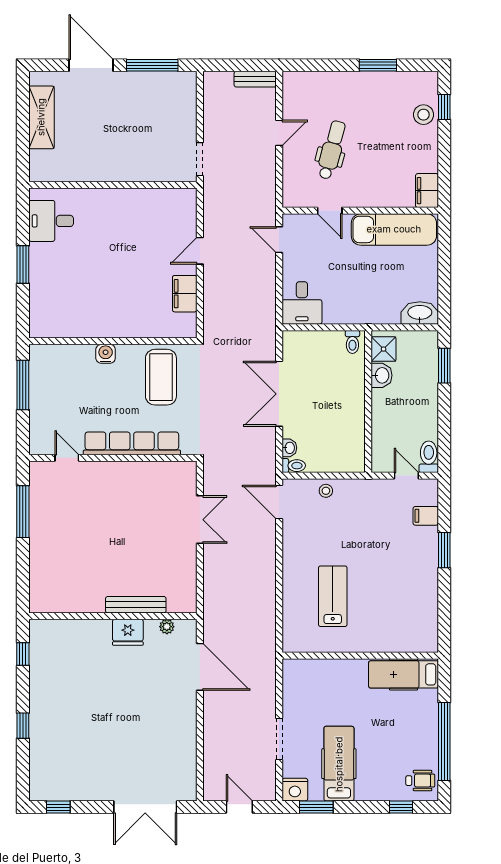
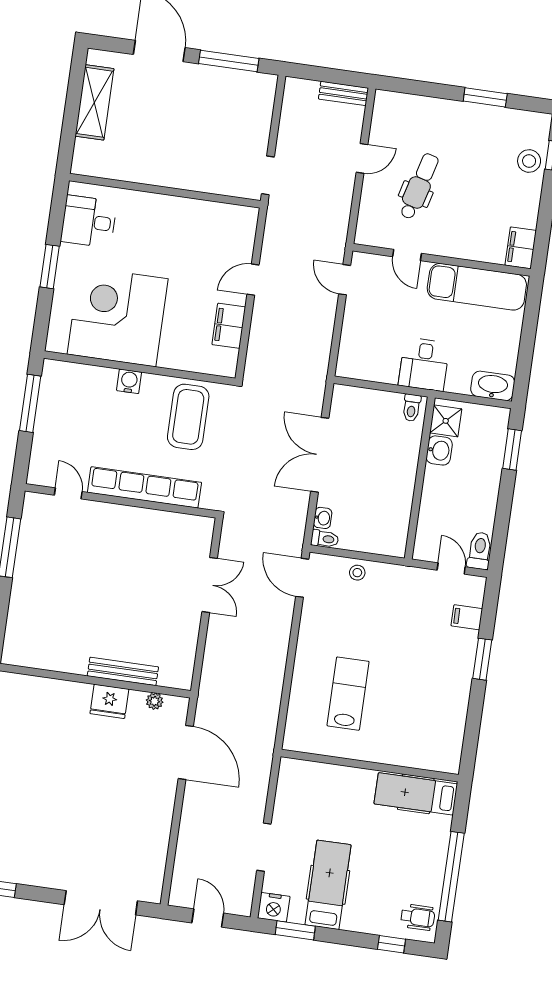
corner desk: (88, 299) -> (118, 317), added
desk: (302, 303) -> (424, 364), moved

